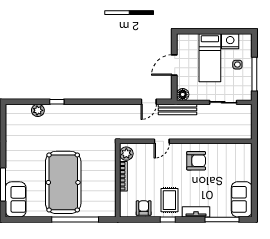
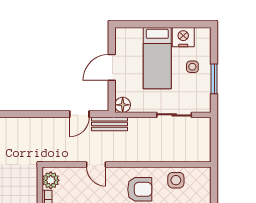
window: (254, 74) -> (214, 79), width x0.69
bench: (178, 109) -> (110, 124), width x0.73
door: (162, 141) -> (96, 164), hinge flipped
side table: (224, 154) -> (176, 180), added

